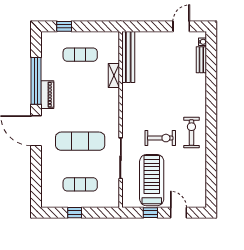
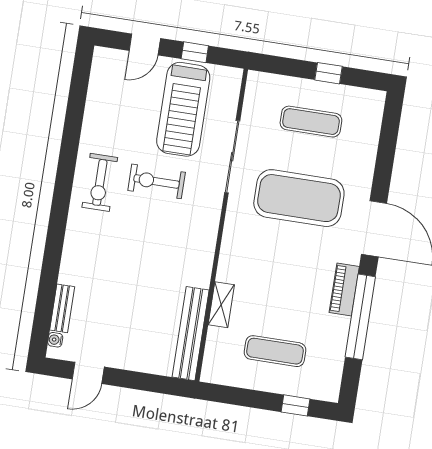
exercise mat: (80, 141) -> (299, 198), width x1.47
door: (179, 213) -> (145, 44), hinge flipped

